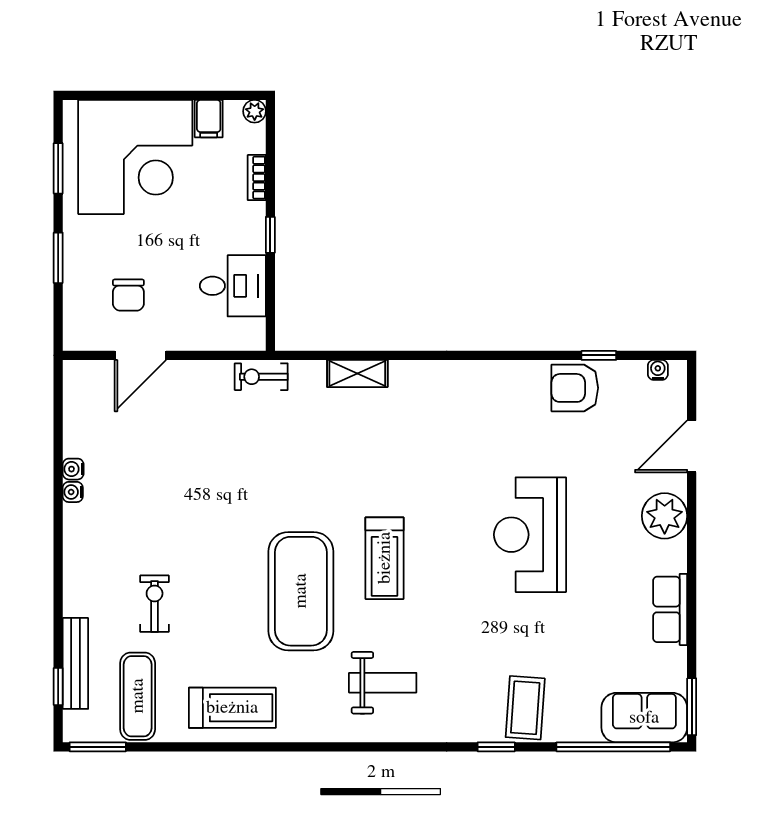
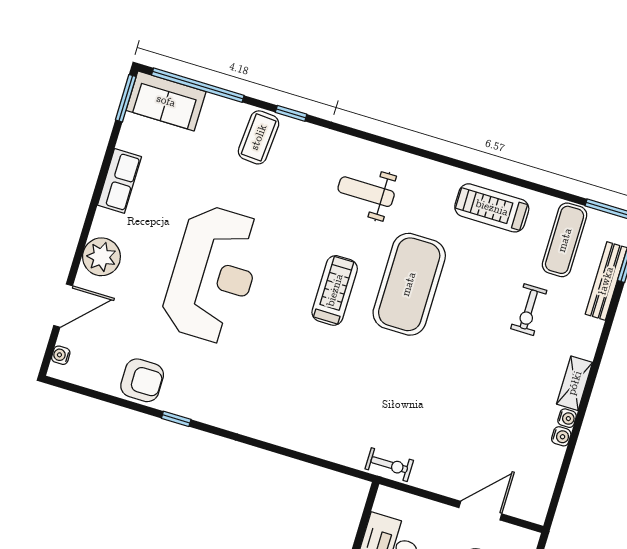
window: (599, 355) -> (176, 419), moved
water cooler: (658, 370) -> (61, 355), moved, turned 90
shelving: (357, 373) -> (575, 383), moved, turned 90
reception desk: (530, 535) -> (213, 274), width x1.36, depth x1.30

